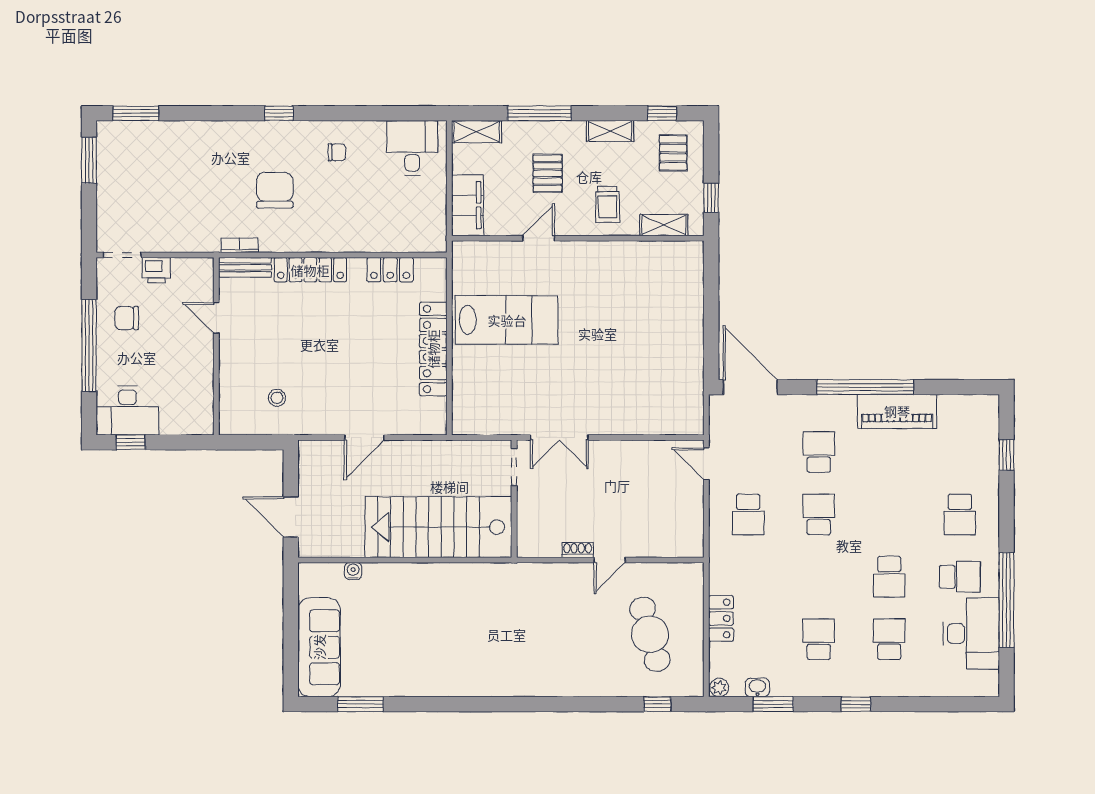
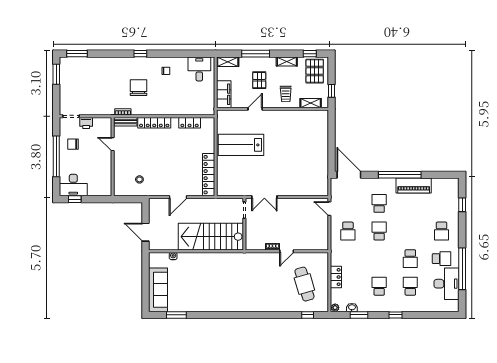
pallet: (673, 153) -> (315, 71), width x1.50, depth x1.42
lab bench: (507, 320) -> (241, 145), turned 180
locker: (433, 349) -> (209, 175), moved

